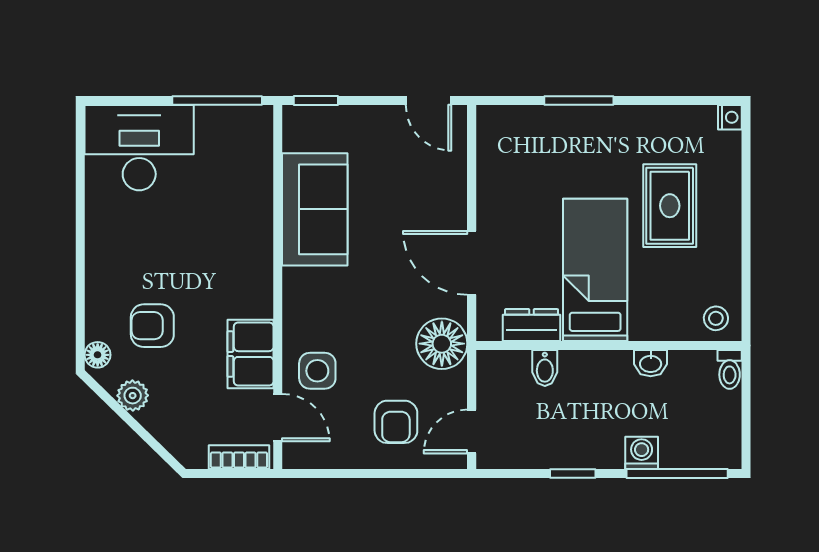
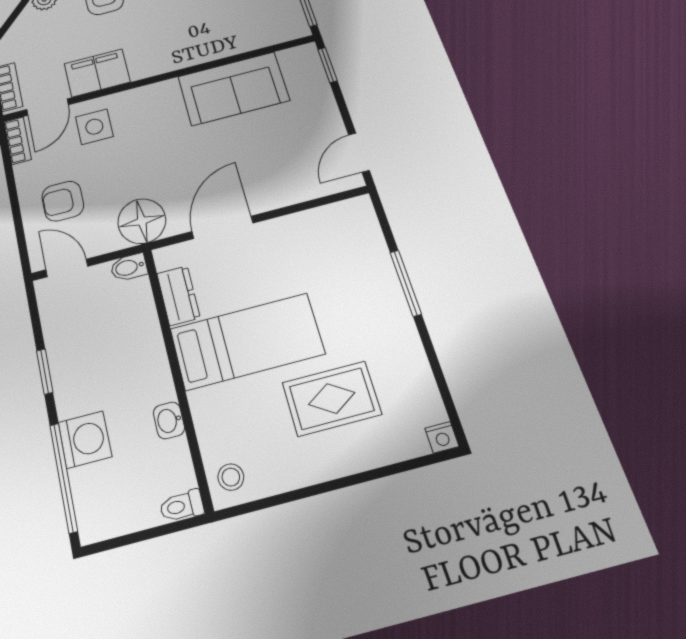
bidet: (545, 368) -> (129, 267), moved
washing machine: (642, 453) -> (85, 439), width x1.38, depth x1.38
bookcase: (310, 458) -> (18, 141), added

